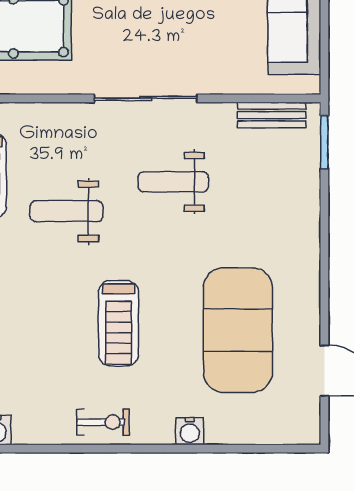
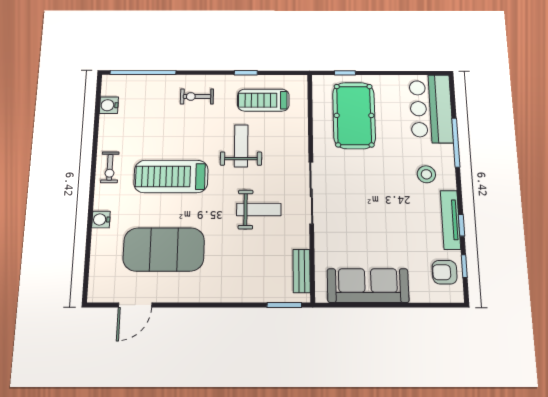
weight bench: (173, 182) -> (259, 210), turned 90
treadmill: (119, 323) -> (171, 176), width x1.37, depth x1.38

